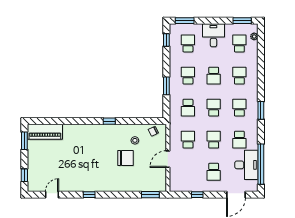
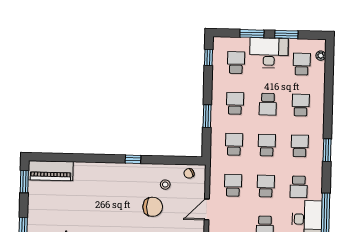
window: (185, 21) -> (252, 34), moved
window: (242, 21) -> (286, 34), moved
desk: (213, 35) -> (269, 53), width x1.37
school desk: (188, 108) -> (234, 144), turned 180

